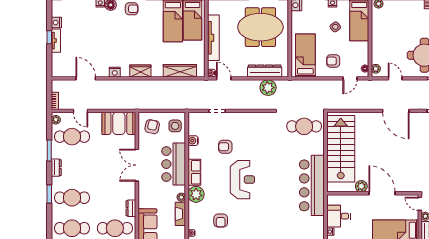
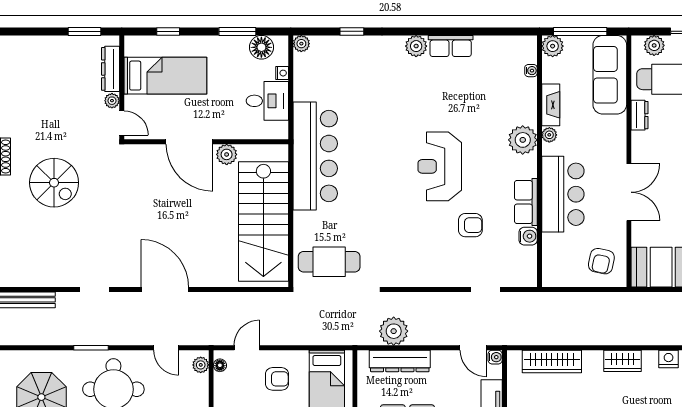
side table: (175, 126) -> (560, 263), removed
row of seats: (194, 172) -> (526, 202), moved
armchair: (221, 221) -> (479, 93), removed

